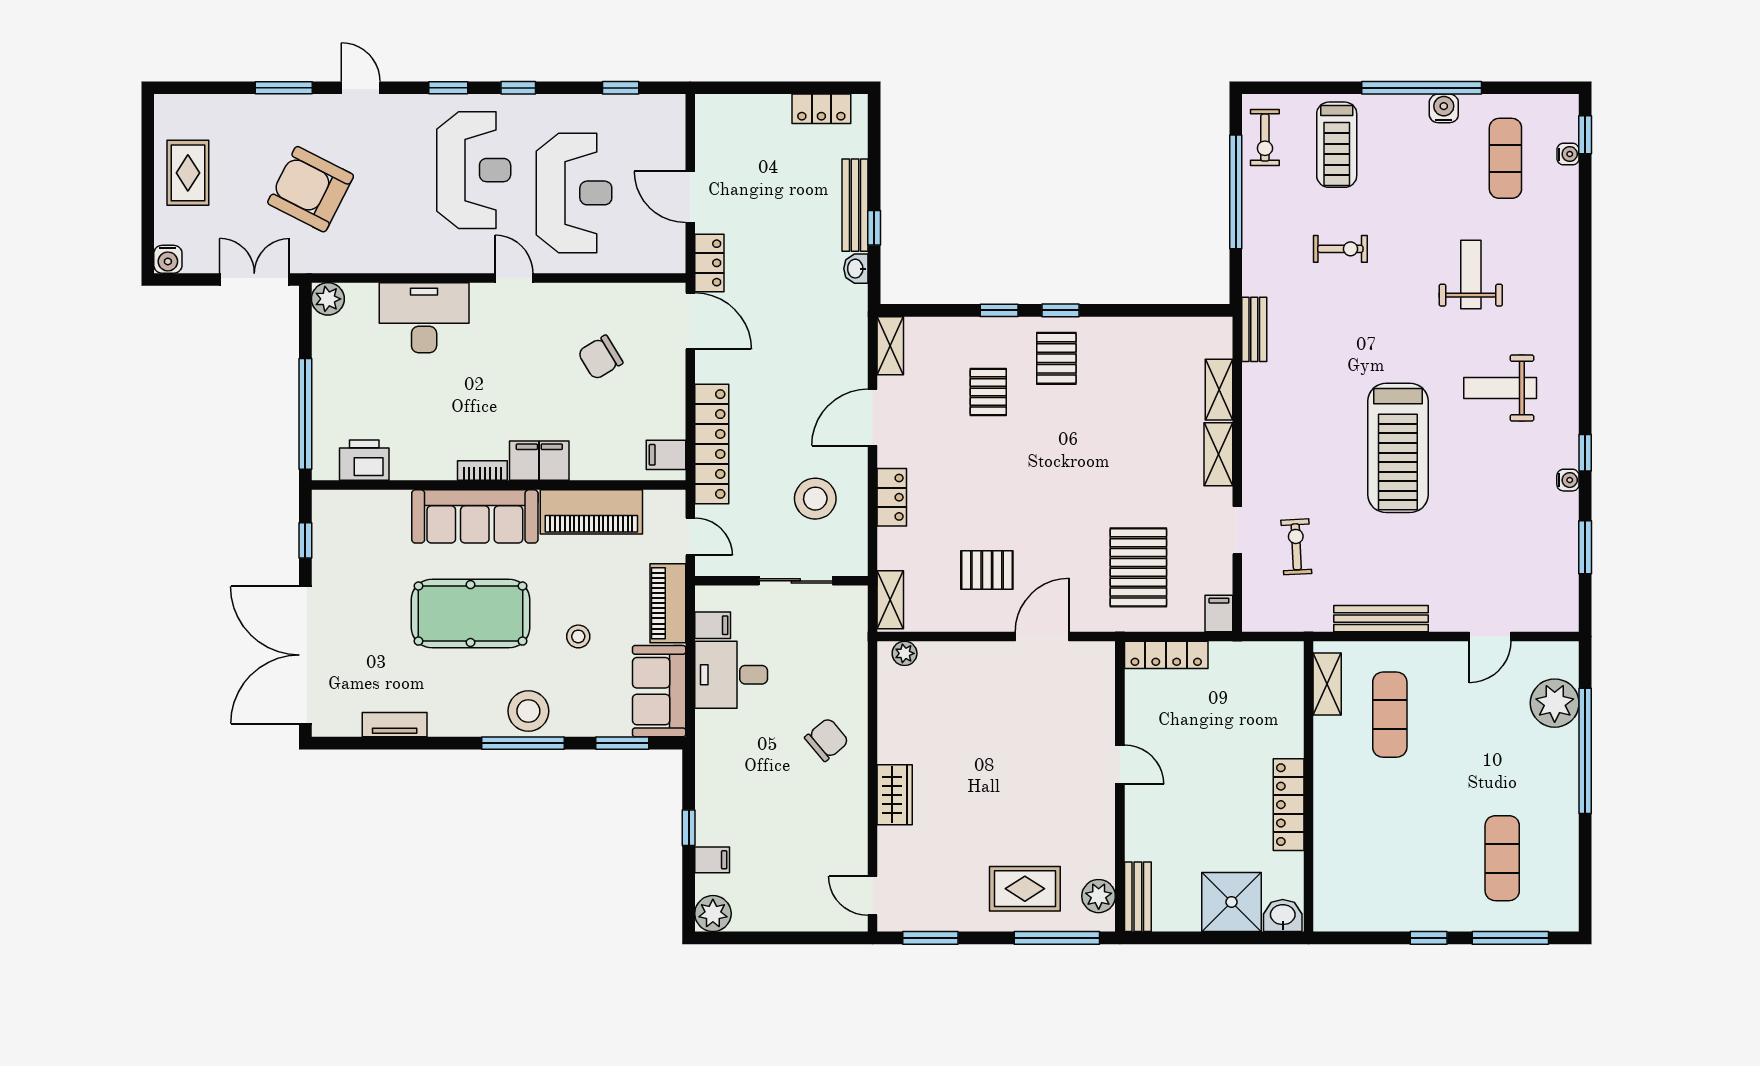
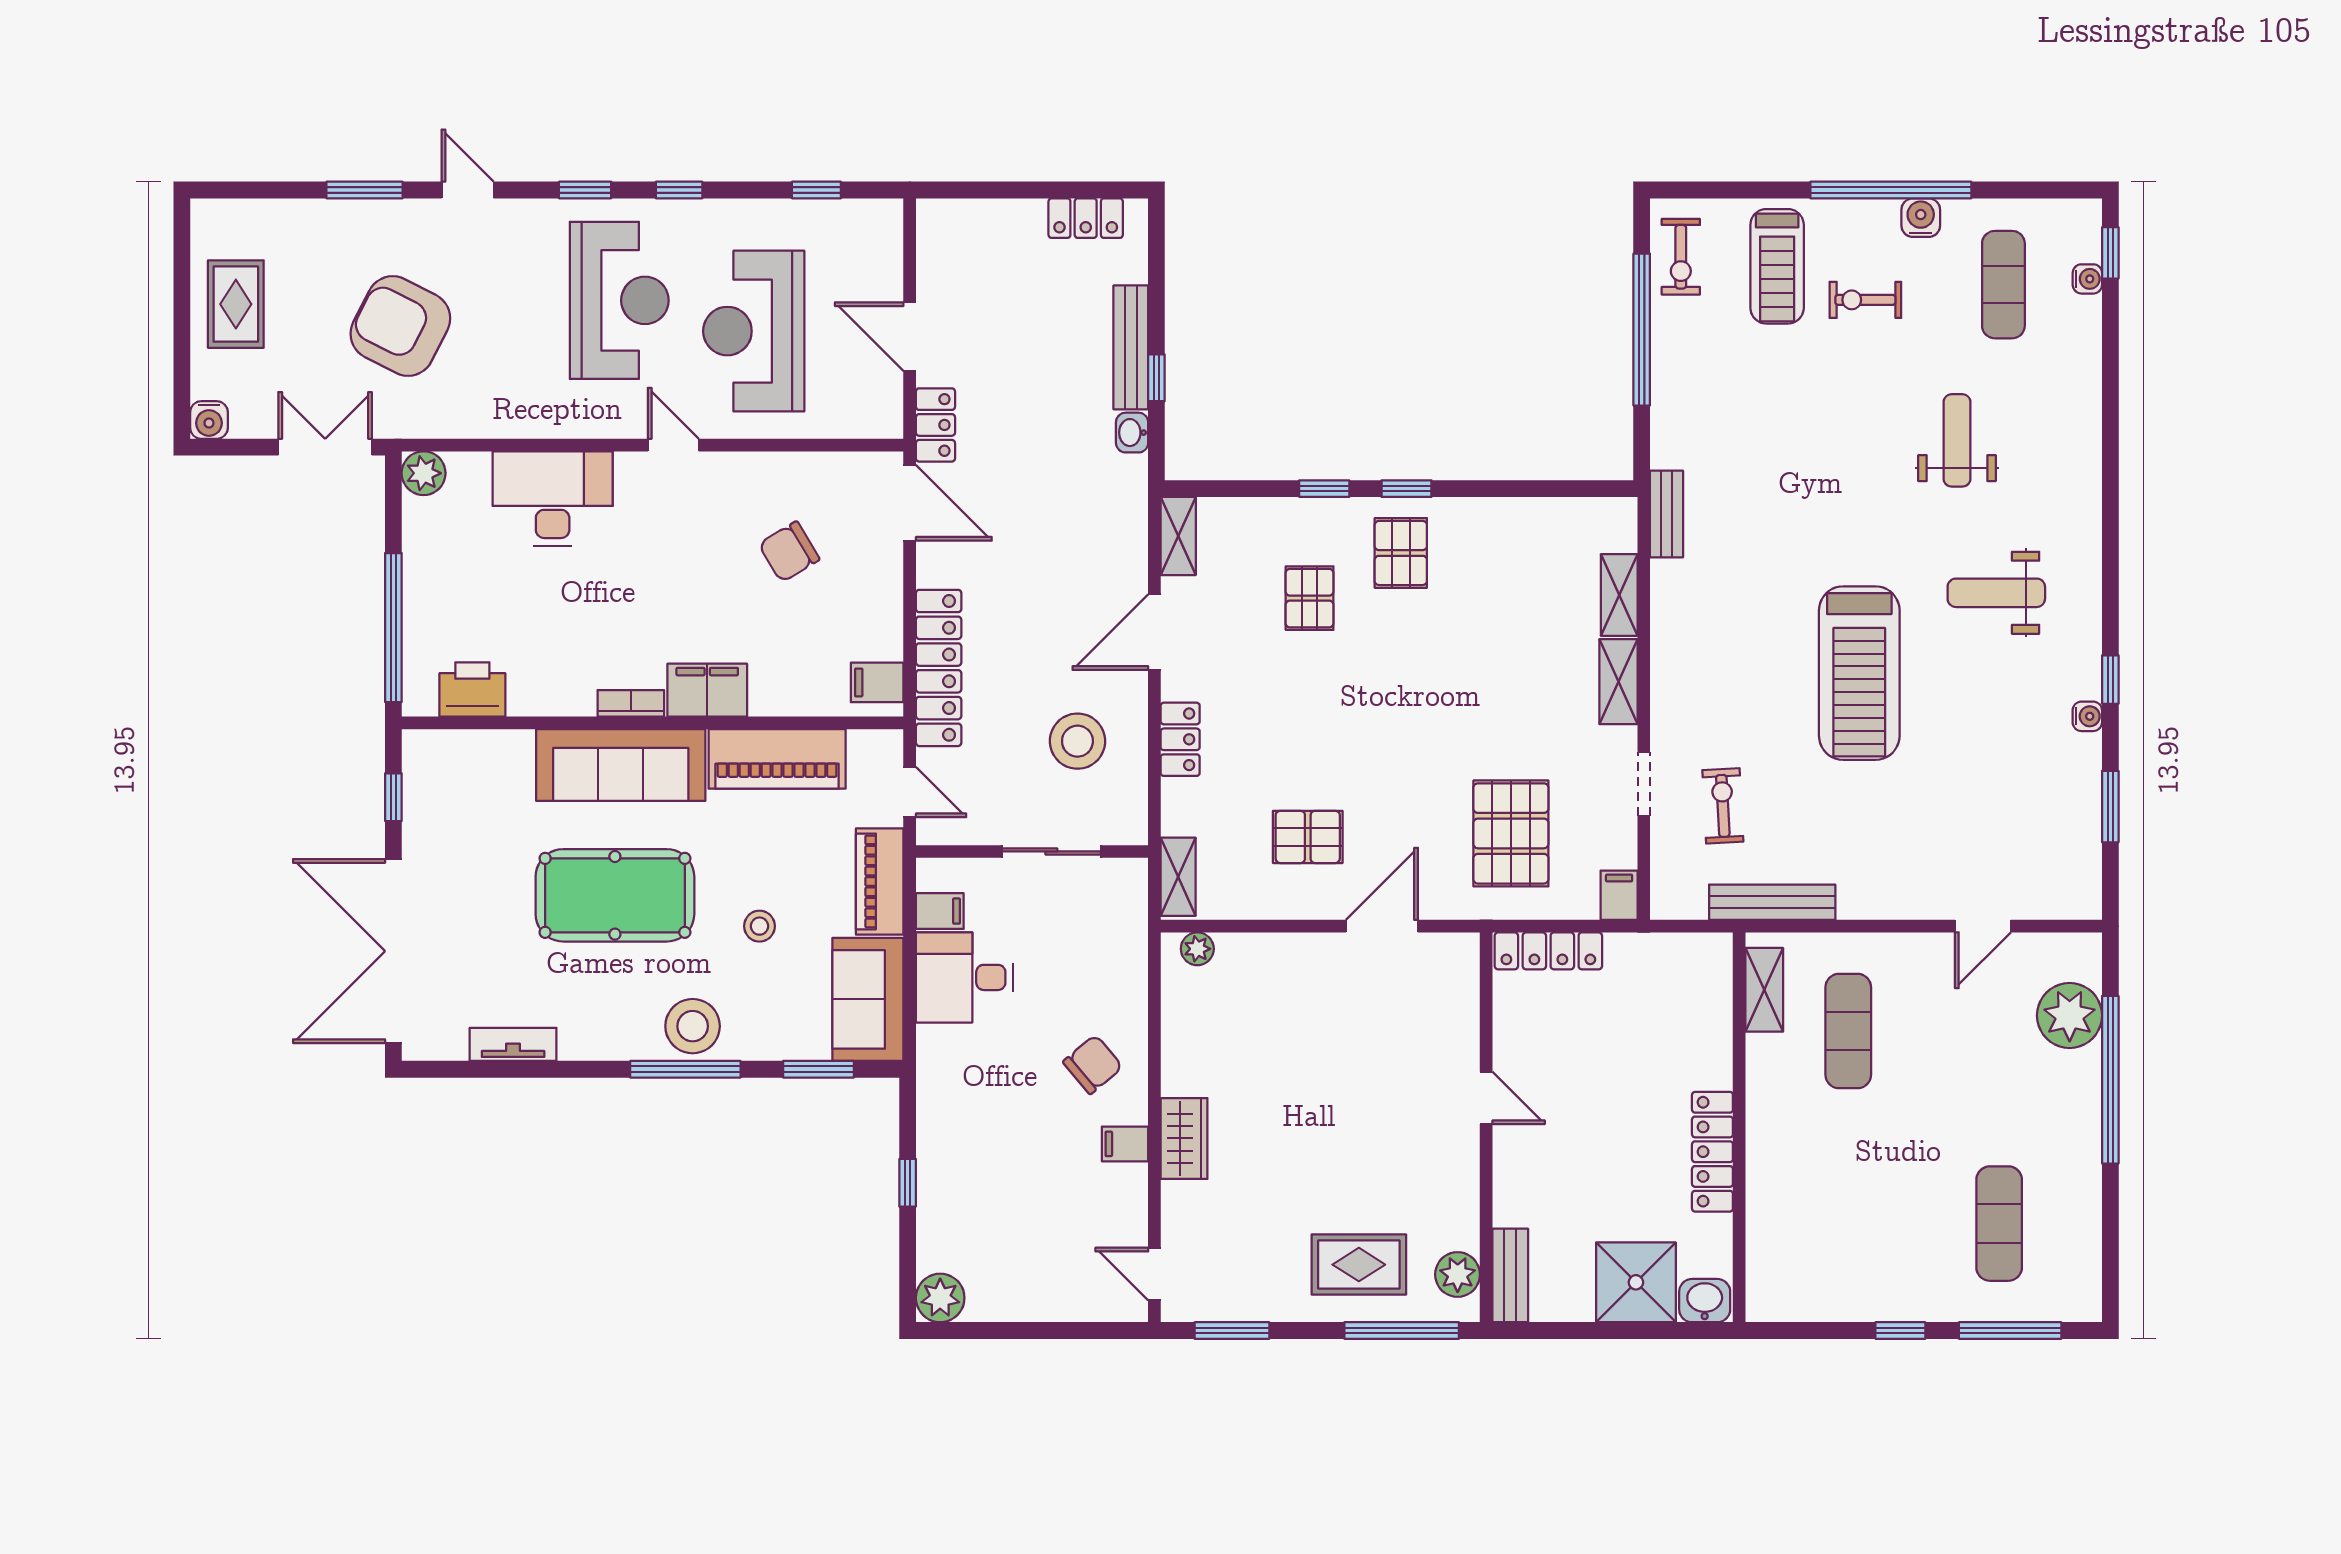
reception desk: (574, 193) -> (754, 331), turned 180
exercise bike: (1340, 249) -> (1865, 300), moved, turned 180
bench: (1381, 619) -> (1772, 902), moved
filing cabinet: (712, 860) -> (1125, 1144), moved, turned 180

